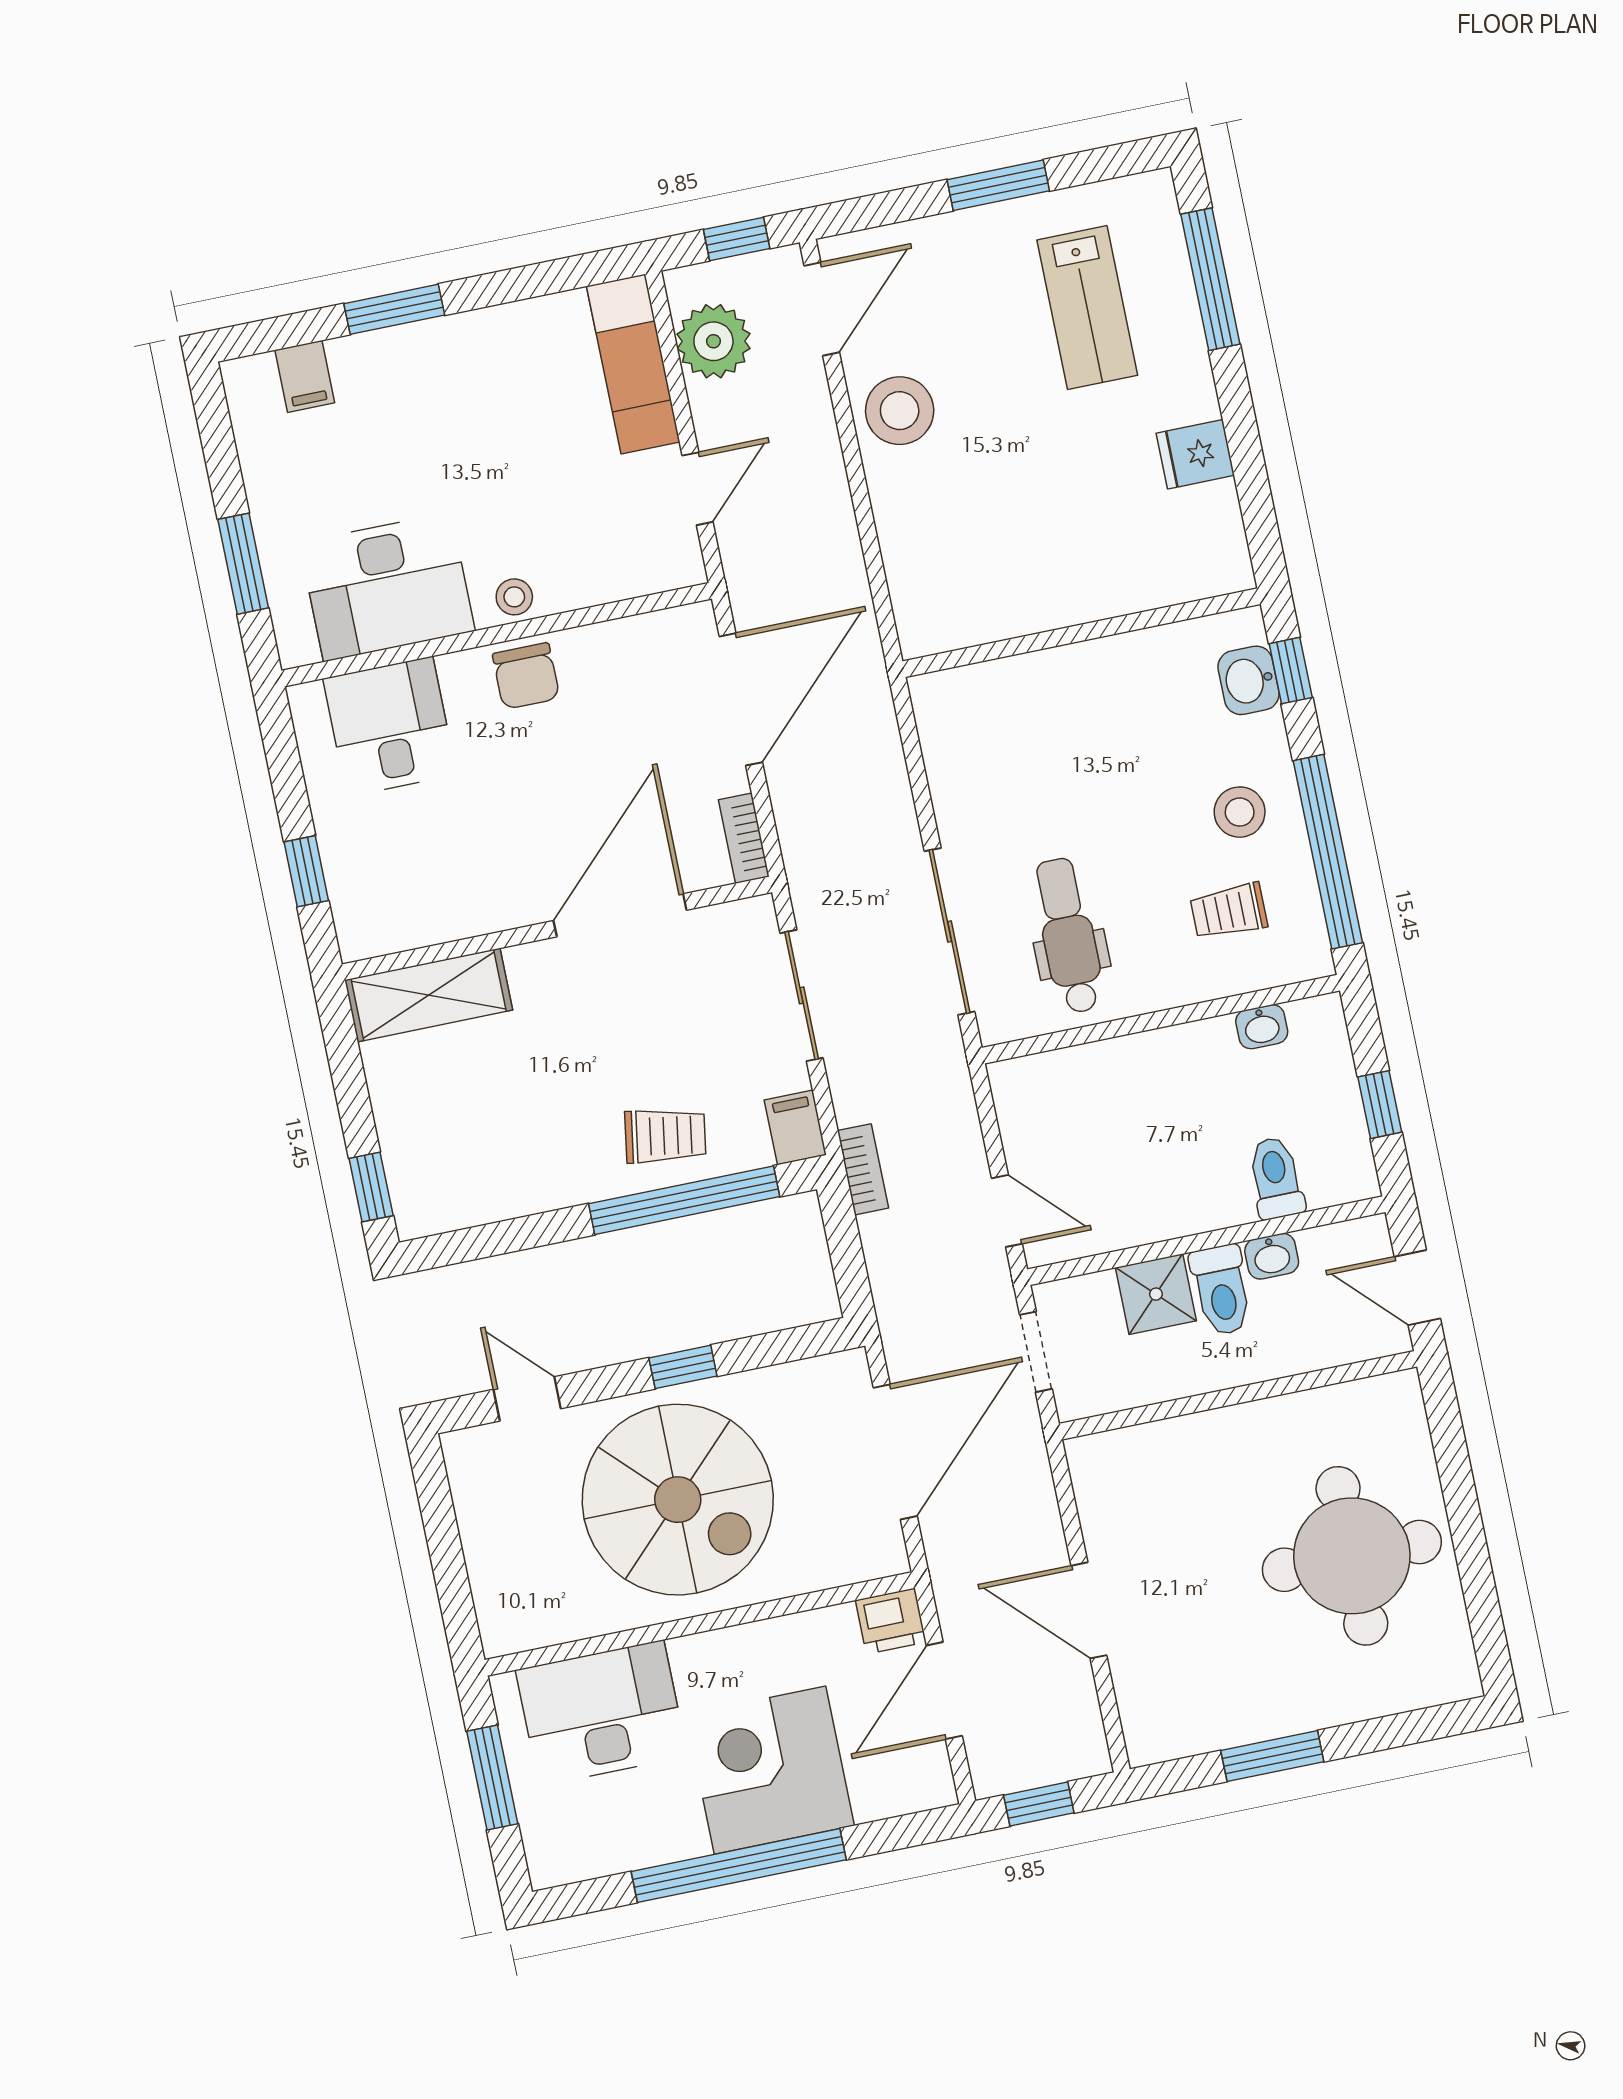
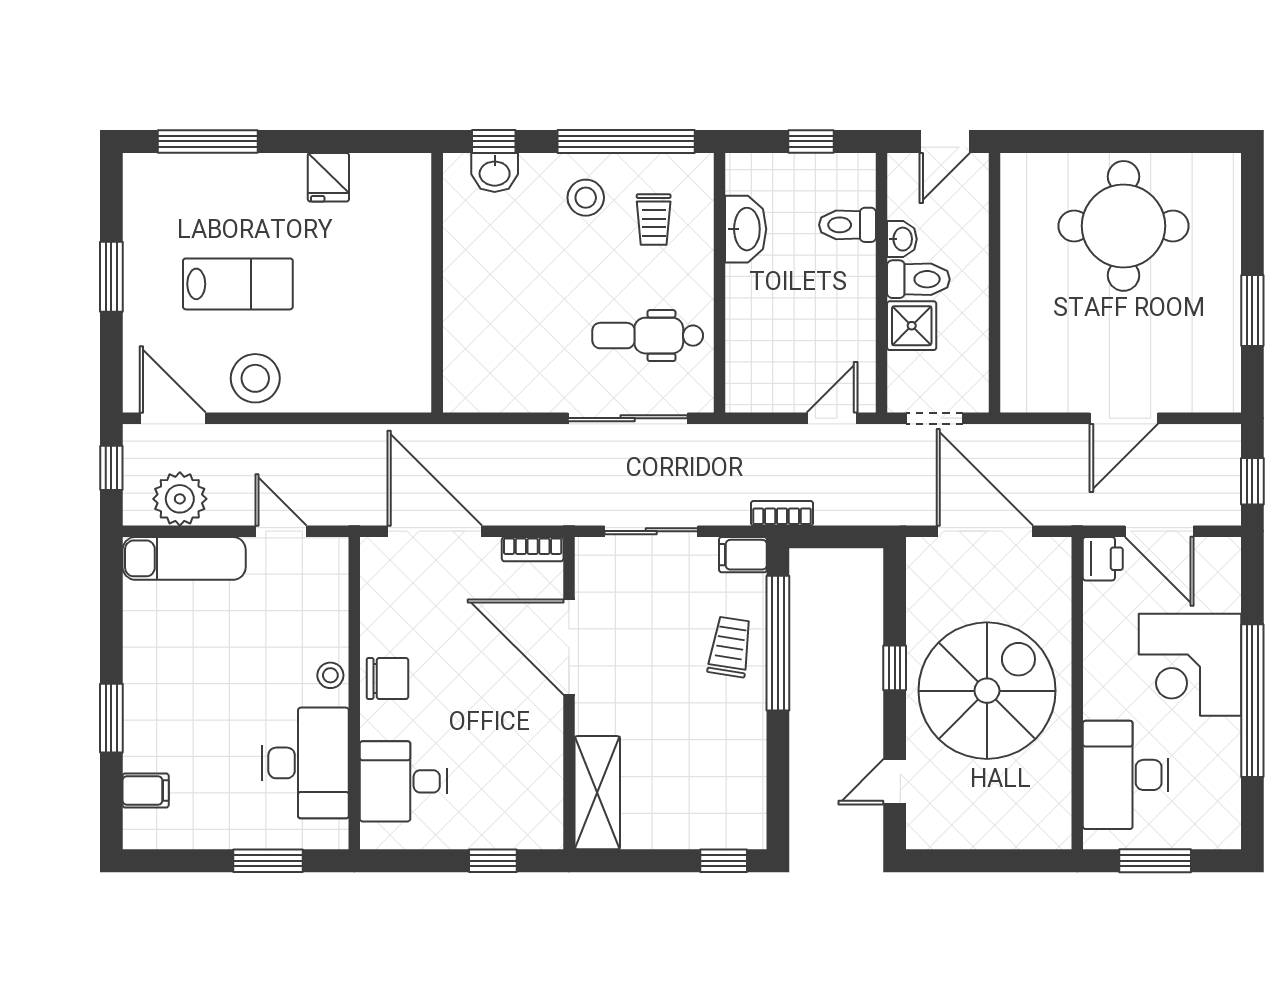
lab bench: (1087, 308) -> (238, 284), moved
washbasin: (1262, 1027) -> (746, 229), width x1.91, depth x1.45

